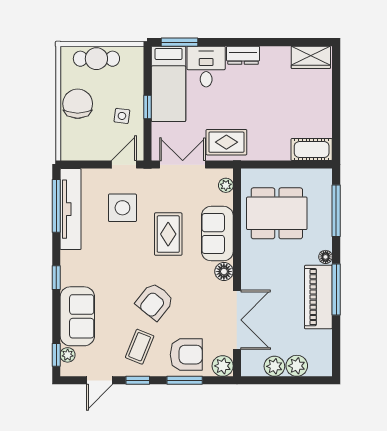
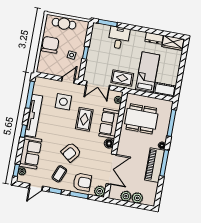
dresser: (243, 55) -> (154, 38), moved
bed: (169, 84) -> (147, 72), moved, turned 180
double door: (183, 165) -> (98, 85), swing flipped
tv unit: (71, 209) -> (34, 116), moved

